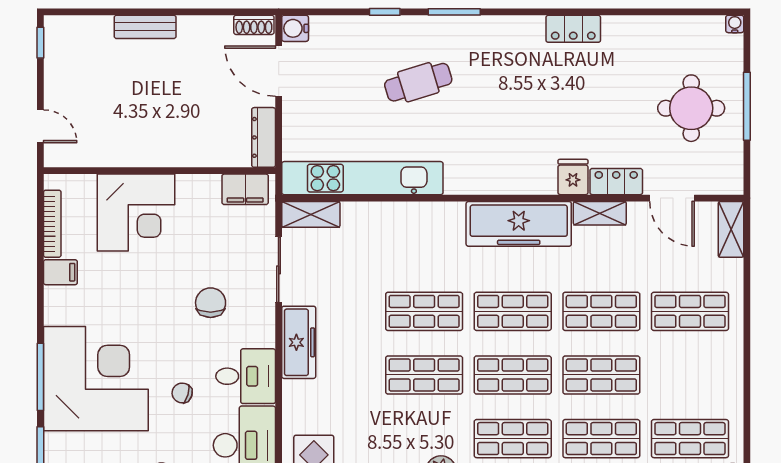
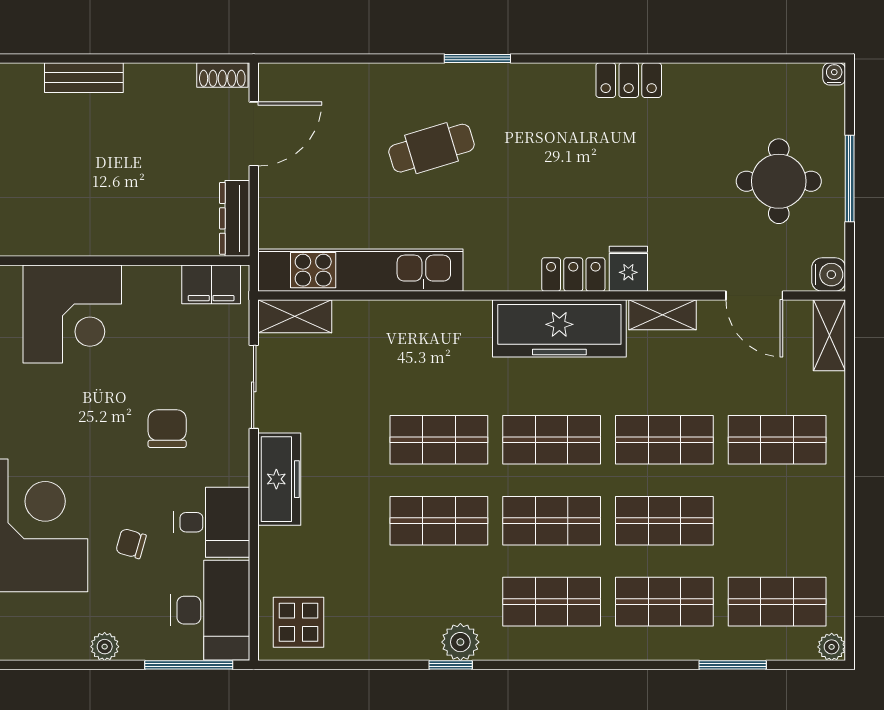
window: (385, 12) -> (389, 59), removed
water cooler: (295, 28) -> (829, 275), moved, turned 180
door: (279, 71) -> (254, 134), swing flipped
locker: (616, 182) -> (573, 275), moved

